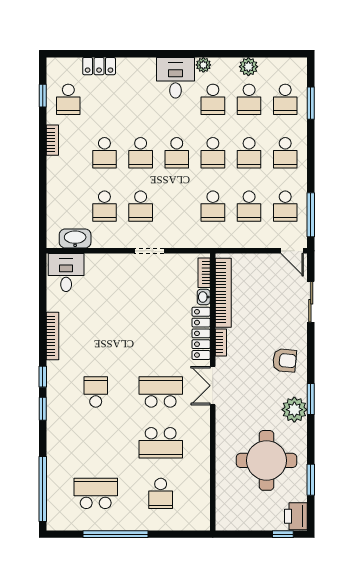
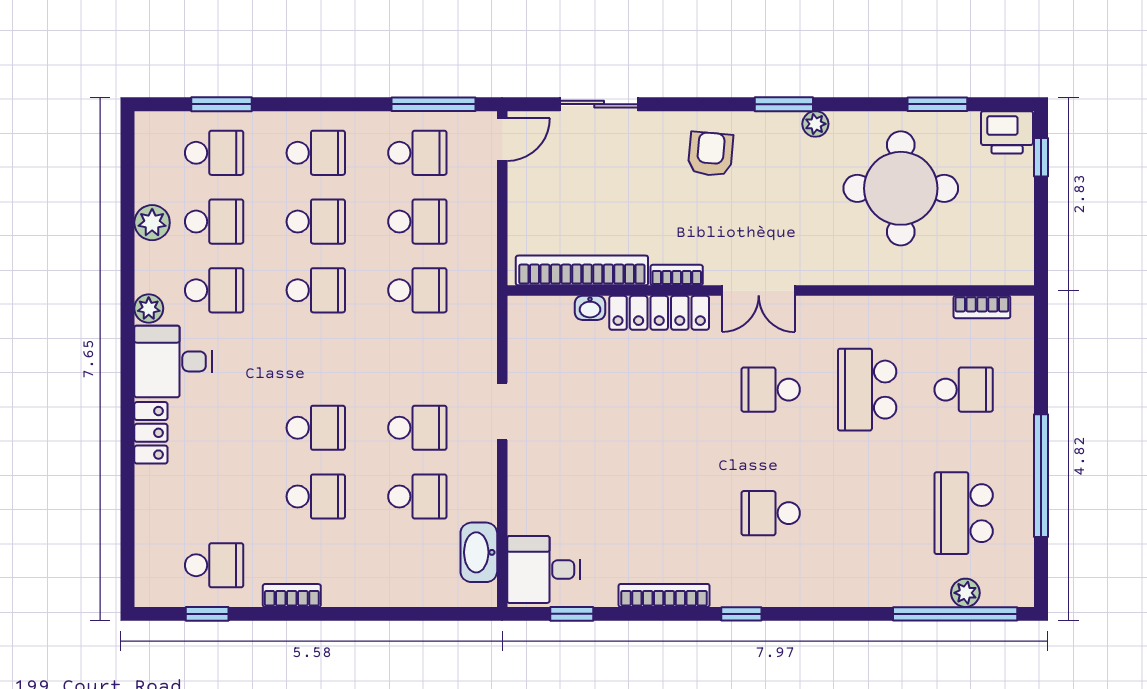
locker: (99, 66) -> (151, 433), moved
school desk: (177, 153) -> (316, 359), removed
bookcase: (204, 273) -> (982, 307), moved
school desk: (161, 392) -> (771, 390), width x0.54
window: (43, 409) -> (572, 614), moved
plant: (294, 410) -> (815, 124), width x0.53, depth x0.53
school desk: (161, 443) -> (867, 390), turned 180
plant: (54, 494) -> (965, 593), added

